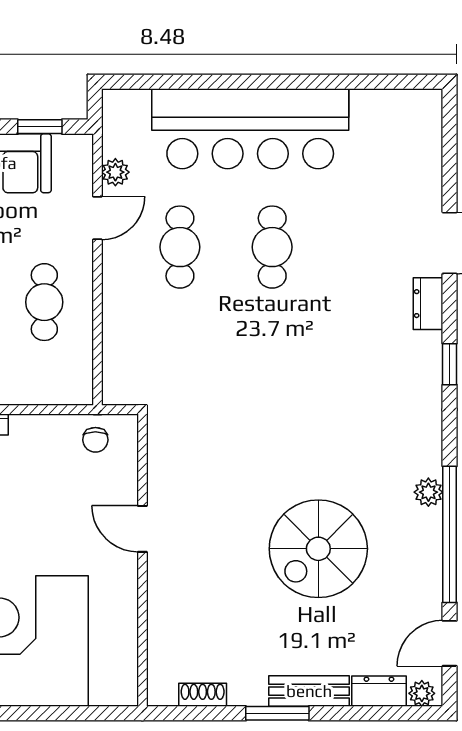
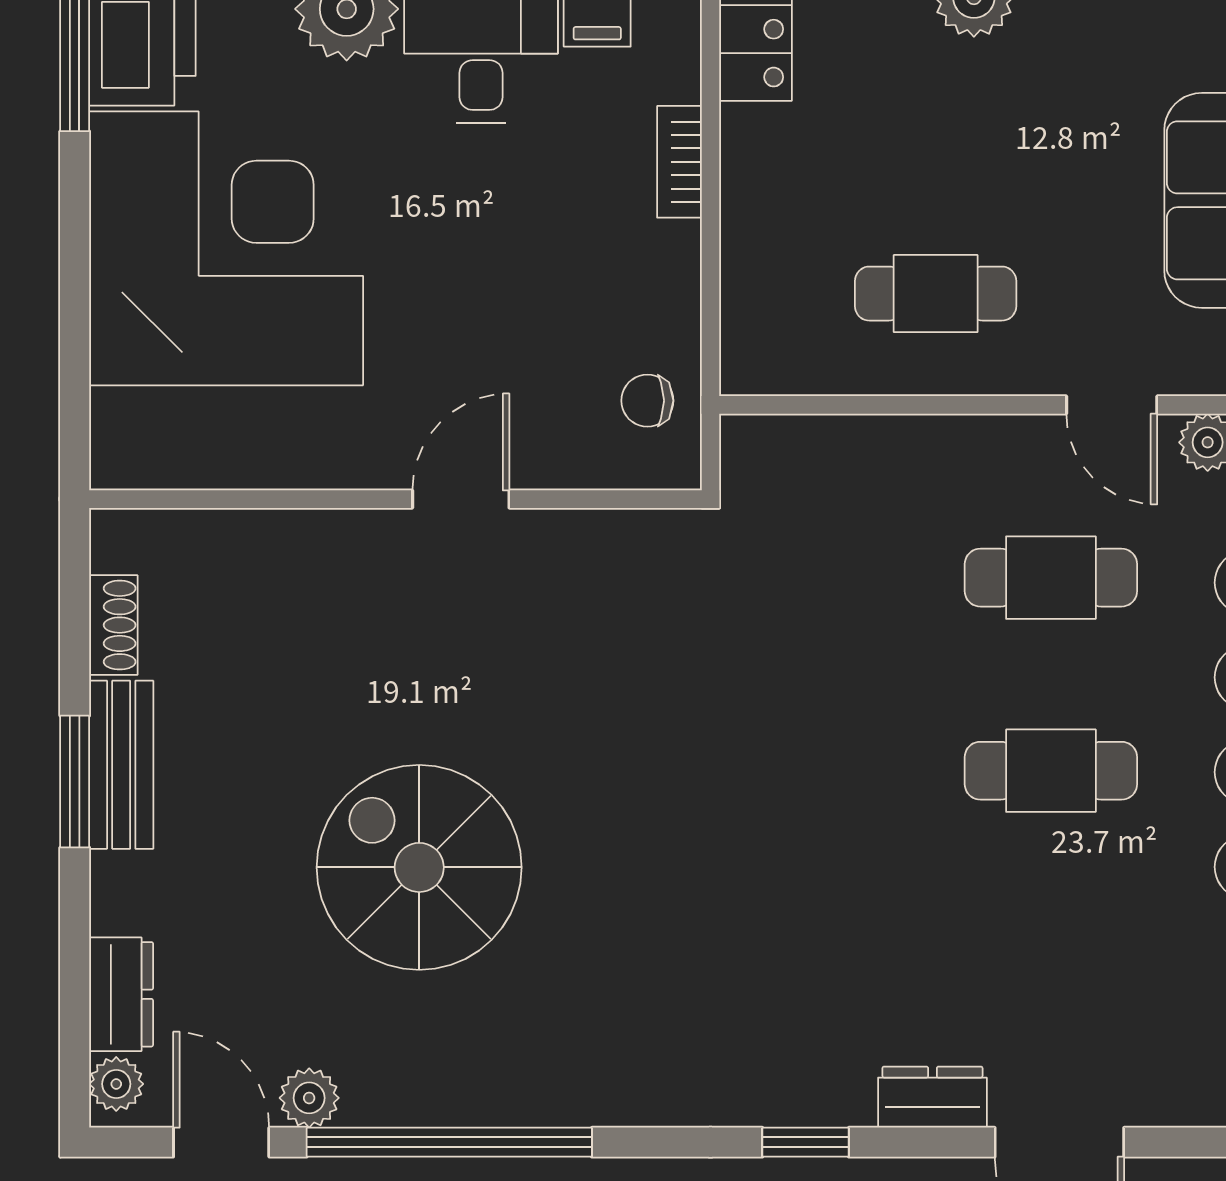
plant: (428, 492) -> (309, 1098), moved
bench: (309, 691) -> (121, 765), moved

